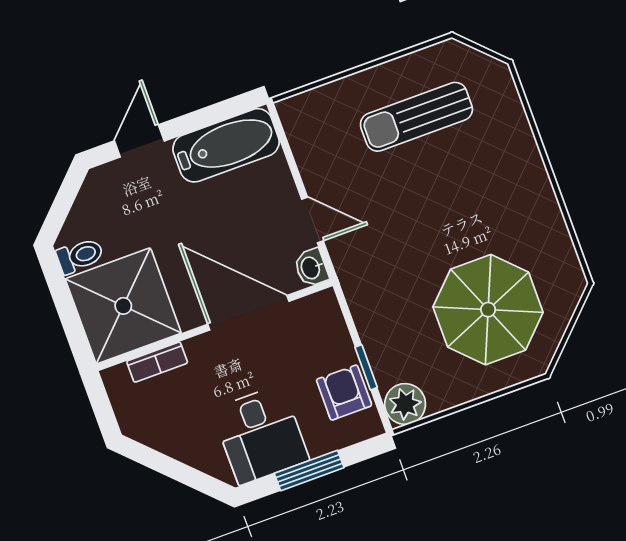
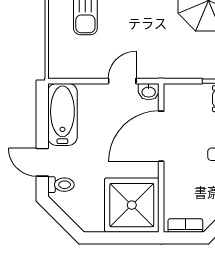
toilet: (80, 256) -> (61, 185), moved, turned 90
bookcase: (157, 362) -> (185, 225), moved, turned -90

